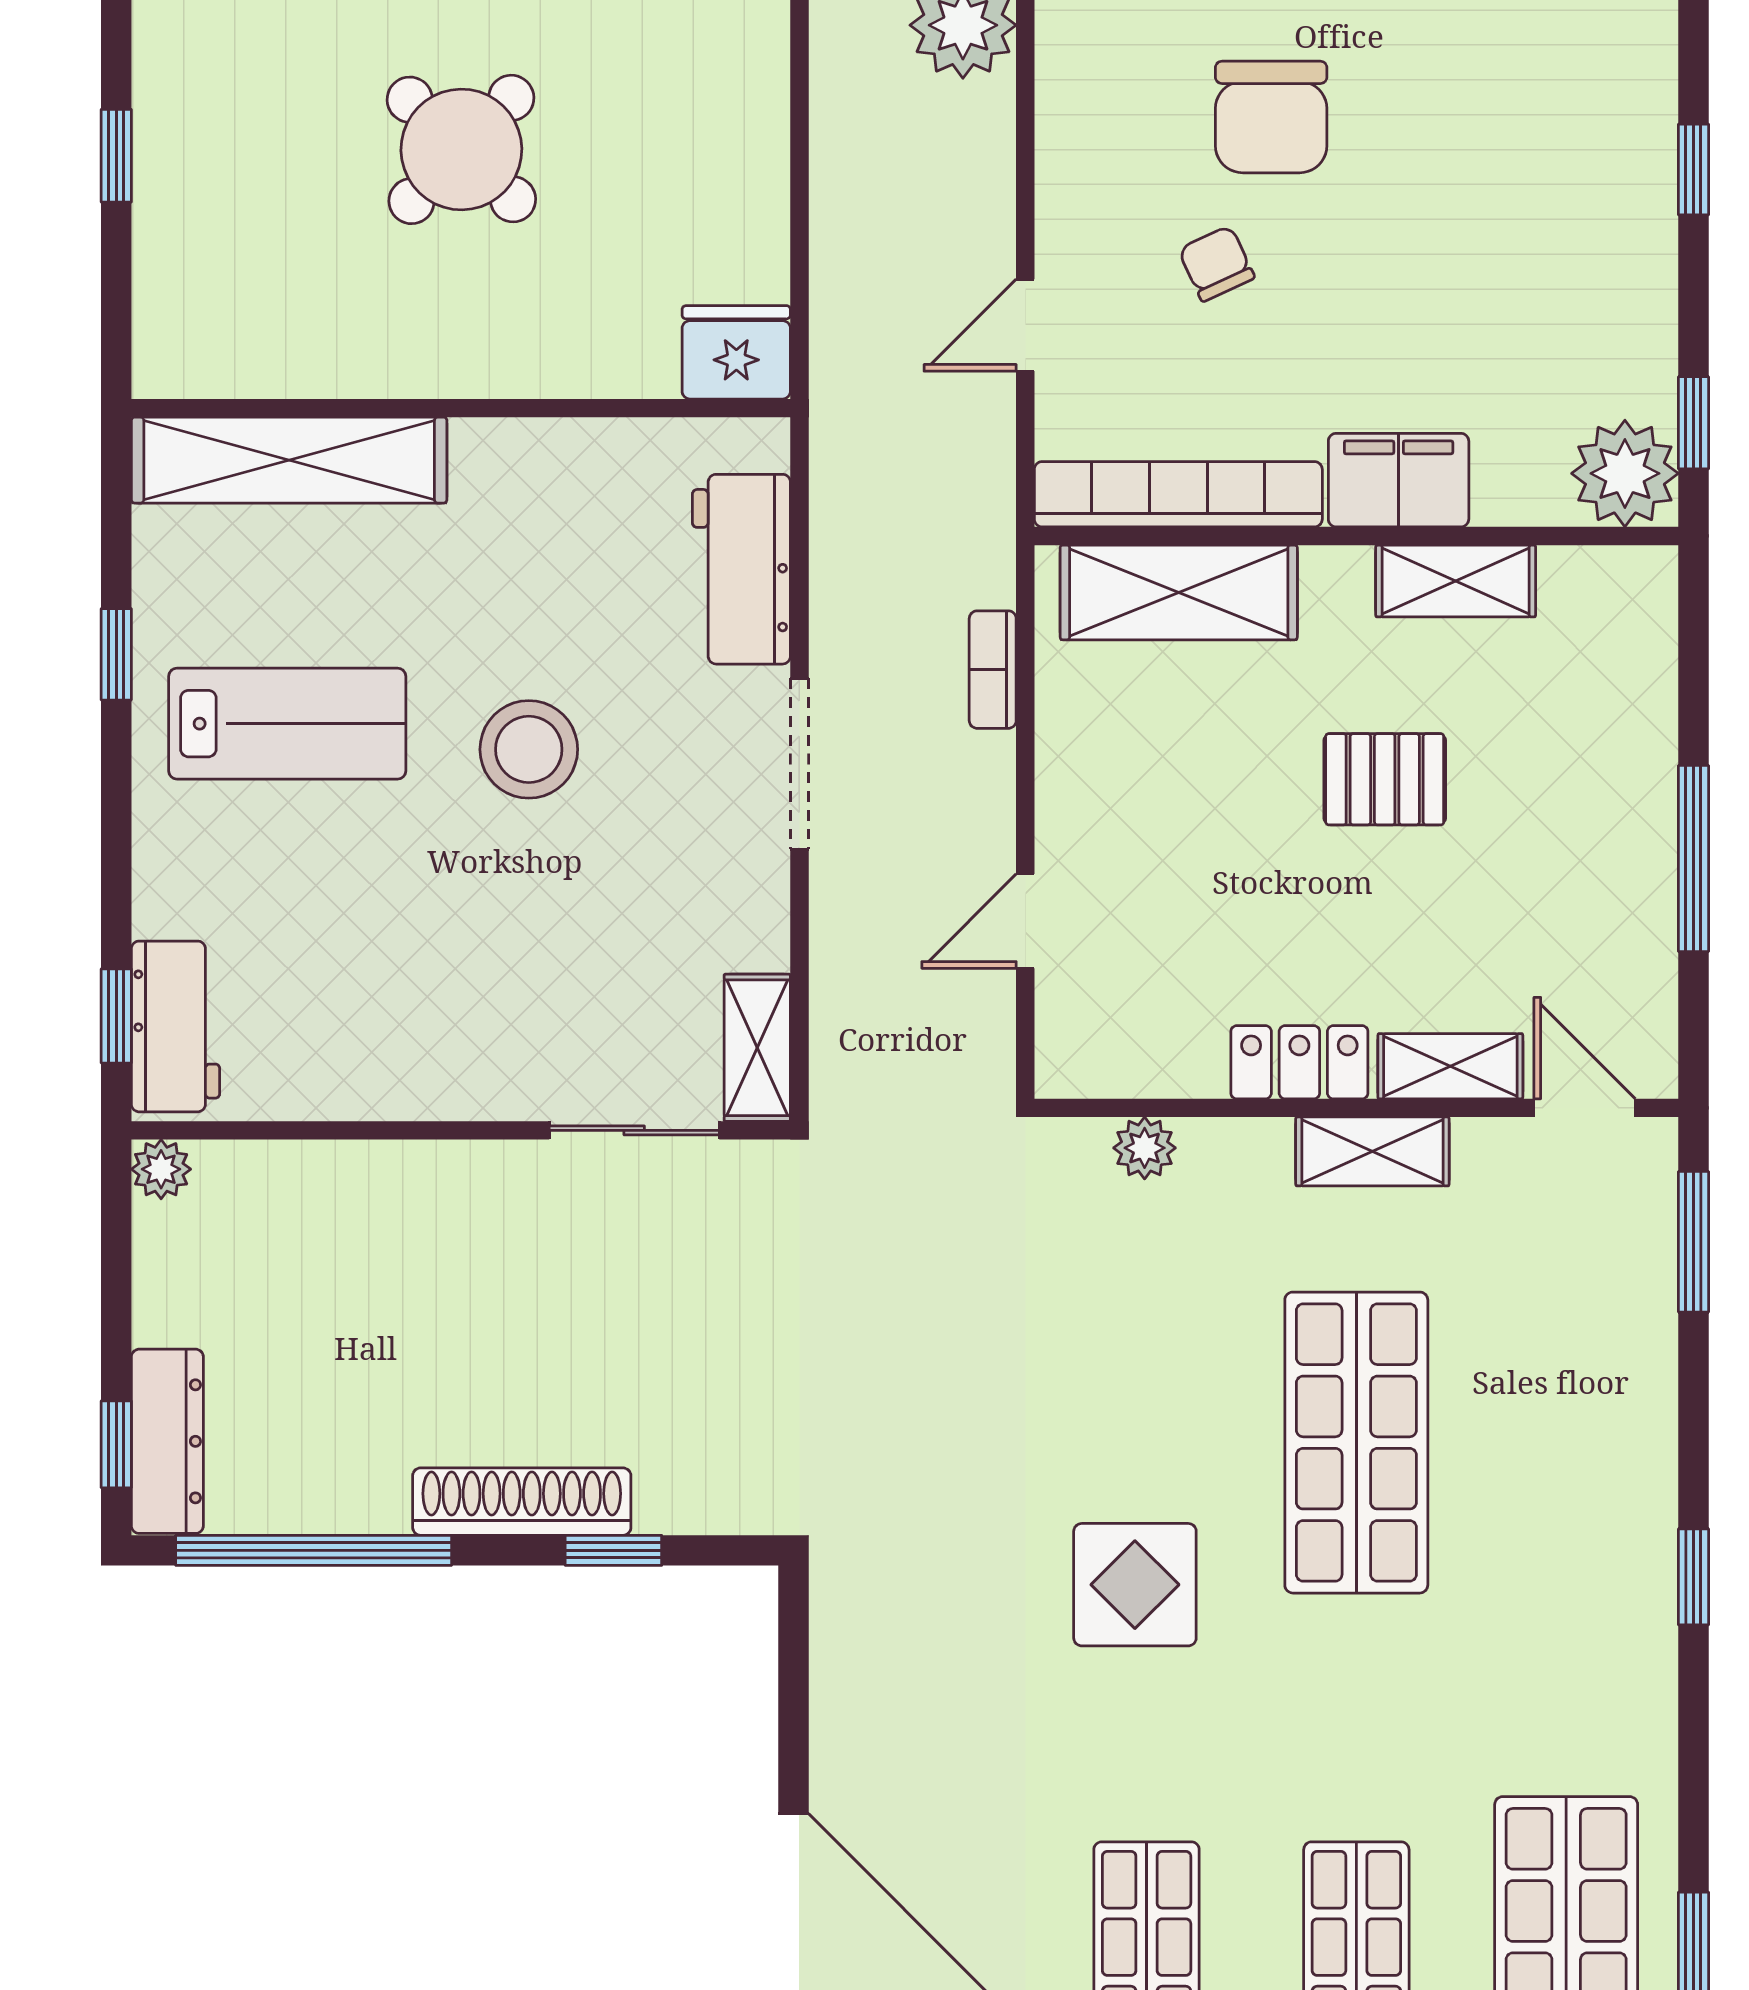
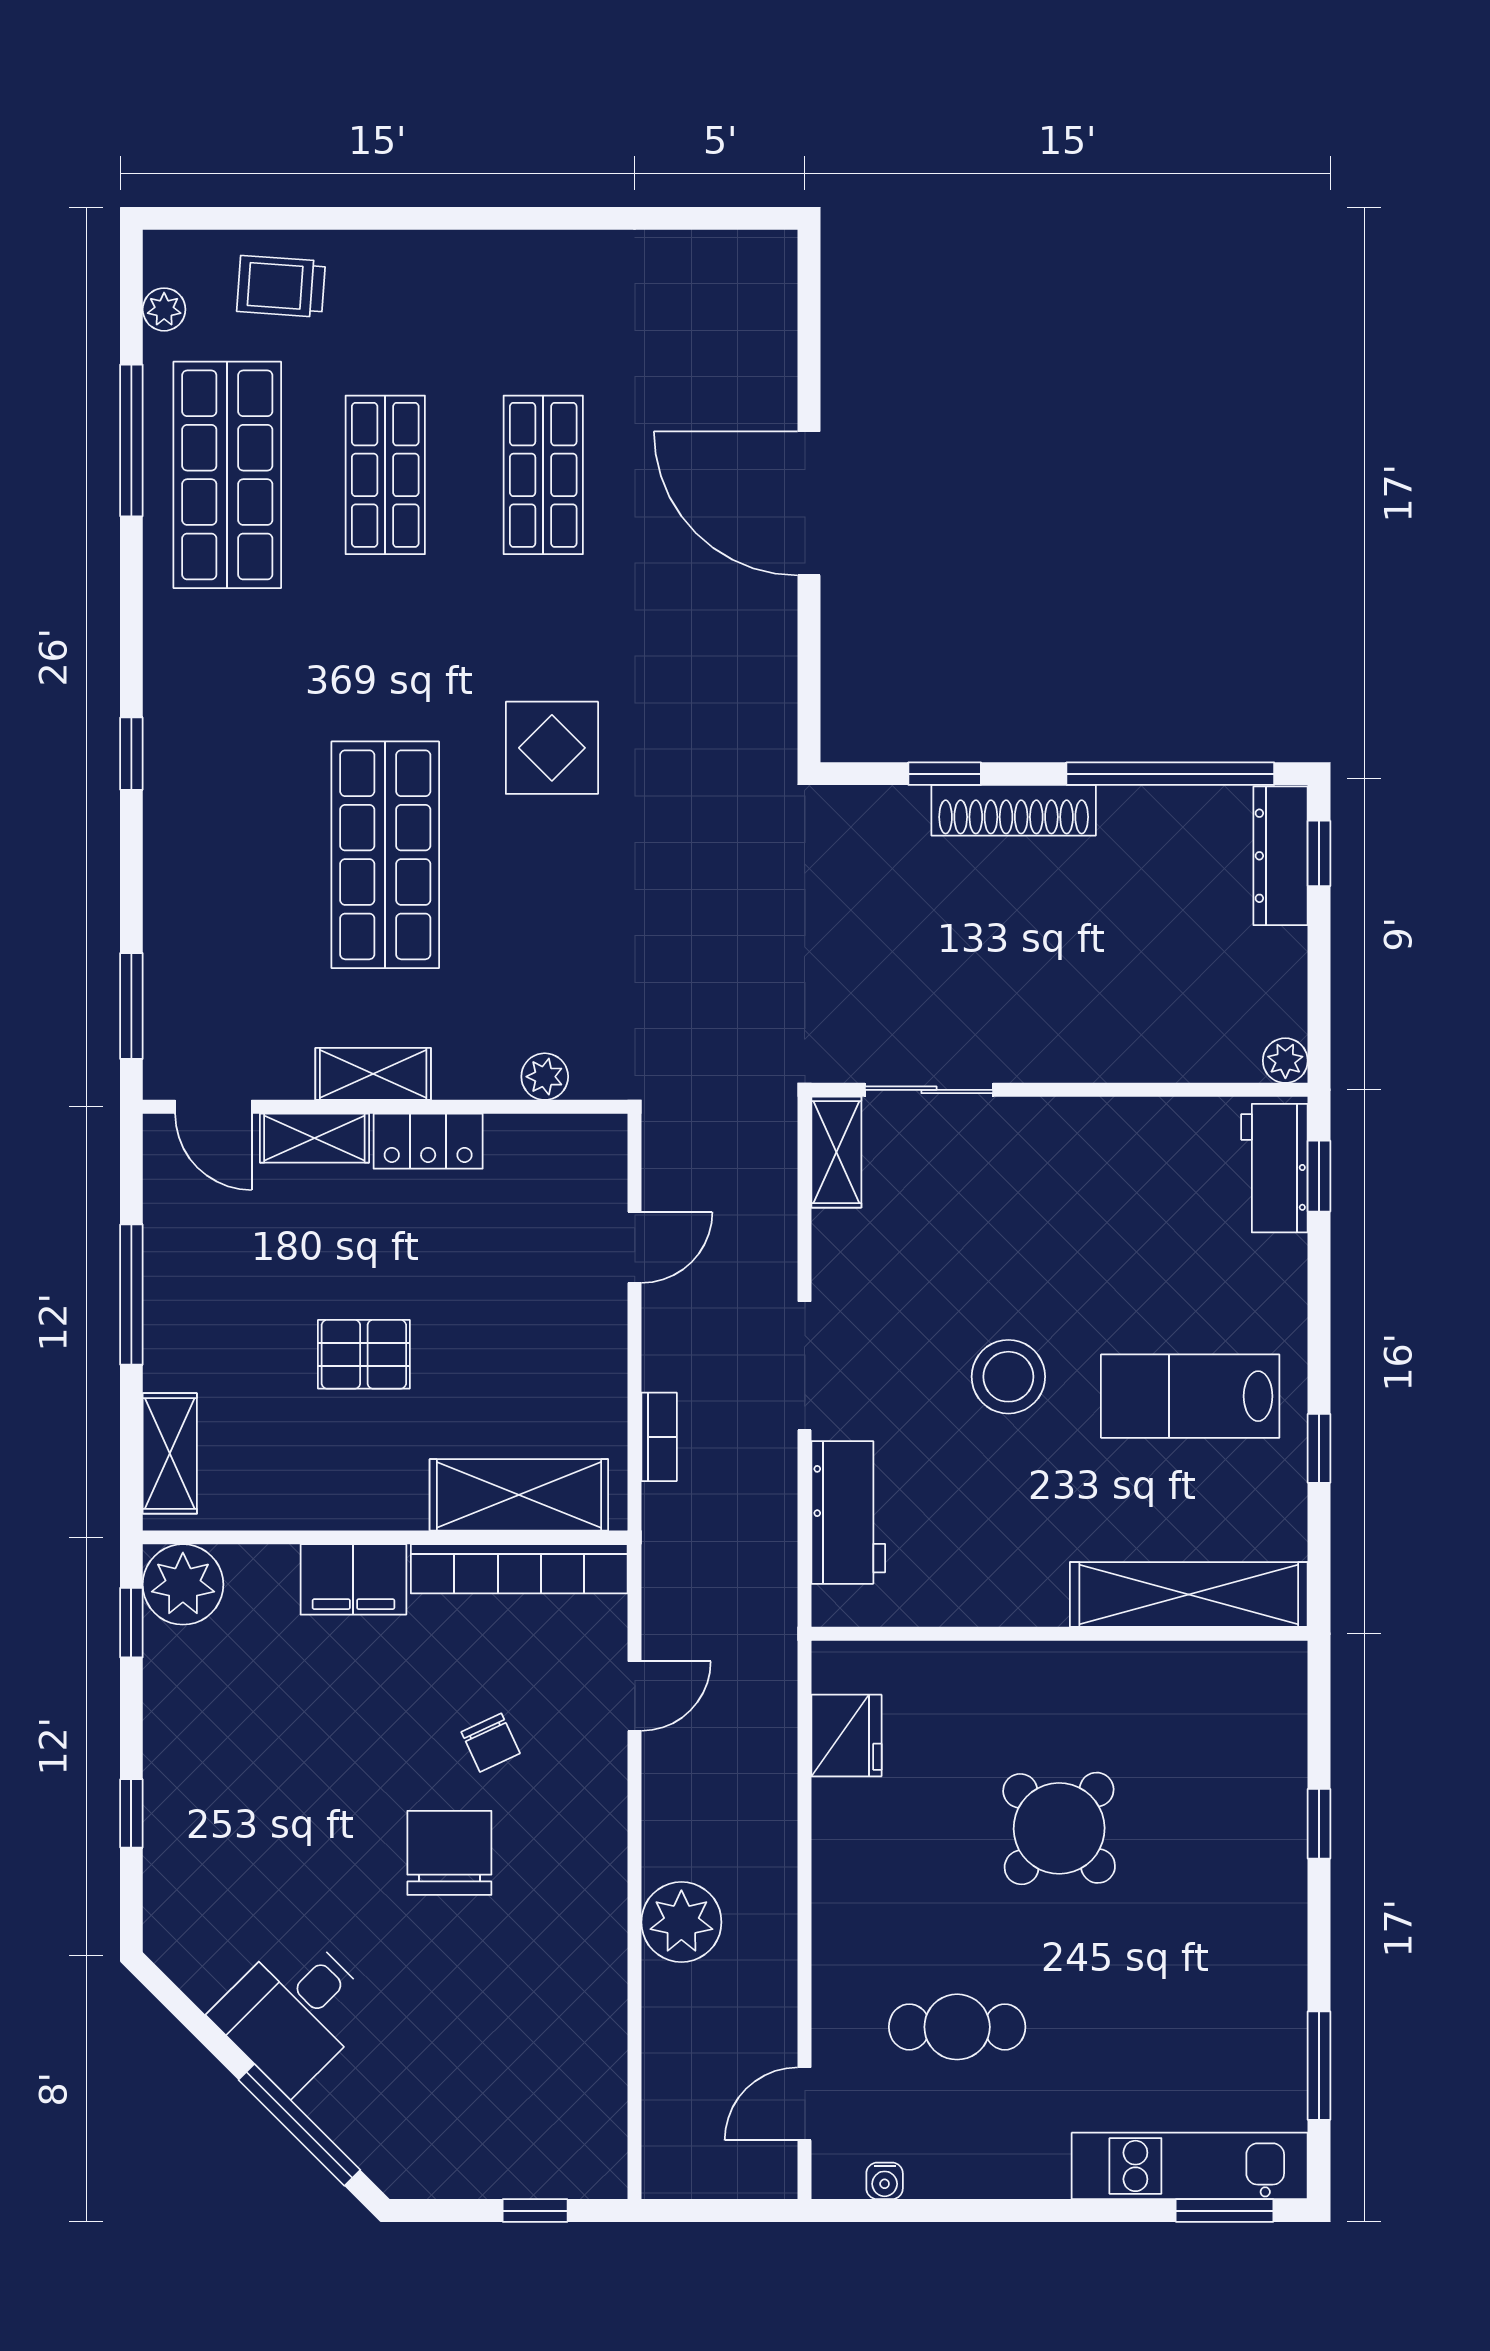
fridge: (736, 352) -> (846, 1736), moved, turned -90
shelving: (1456, 581) -> (170, 1453), moved, turned 90

